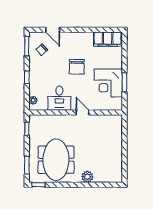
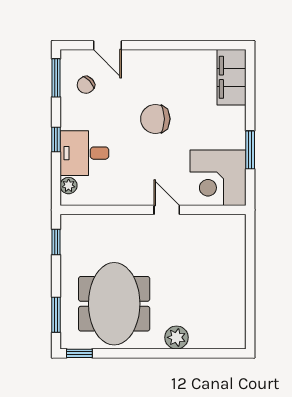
filing cabinet: (108, 39) -> (231, 77), moved, turned 90
chair: (77, 67) -> (155, 119), turned 90
corner desk: (108, 83) -> (218, 178), moved
desk: (59, 98) -> (84, 153), moved, turned 90

